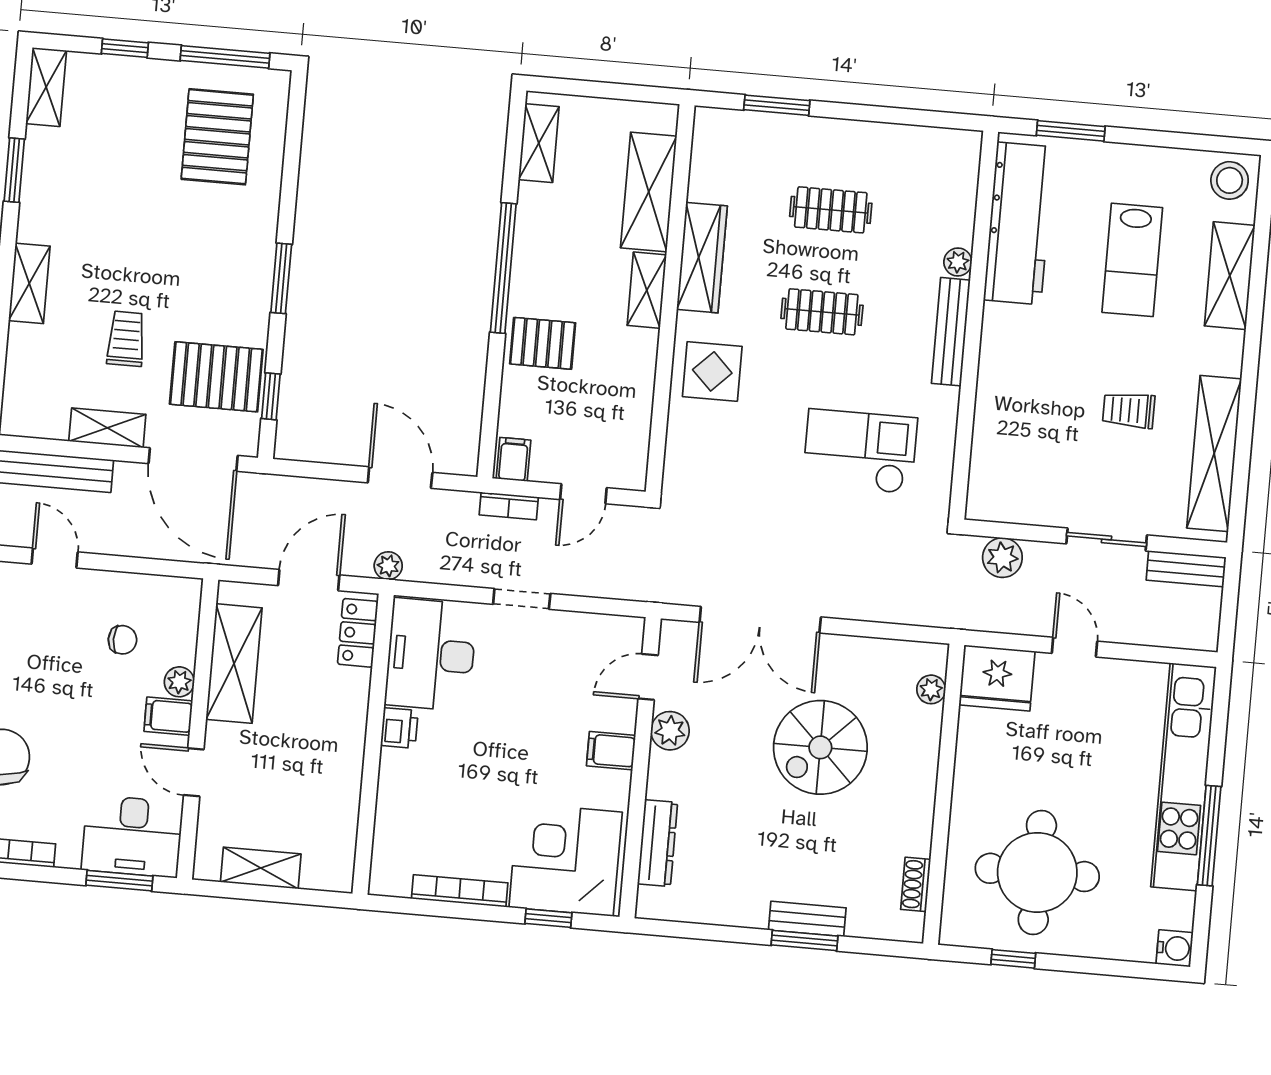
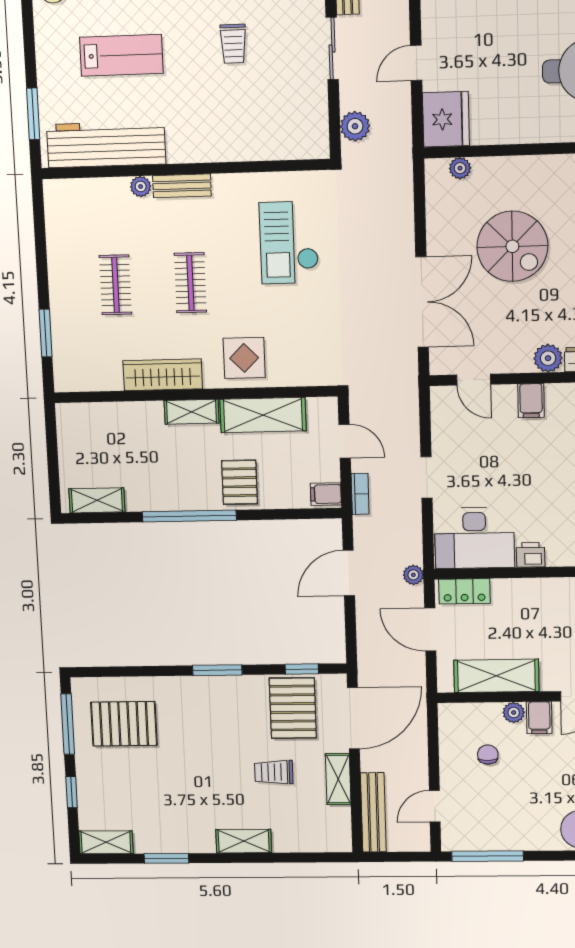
shelving: (649, 192) -> (263, 415), moved
bench: (951, 332) -> (182, 186), width x0.73
plant: (670, 731) -> (548, 358), moved

